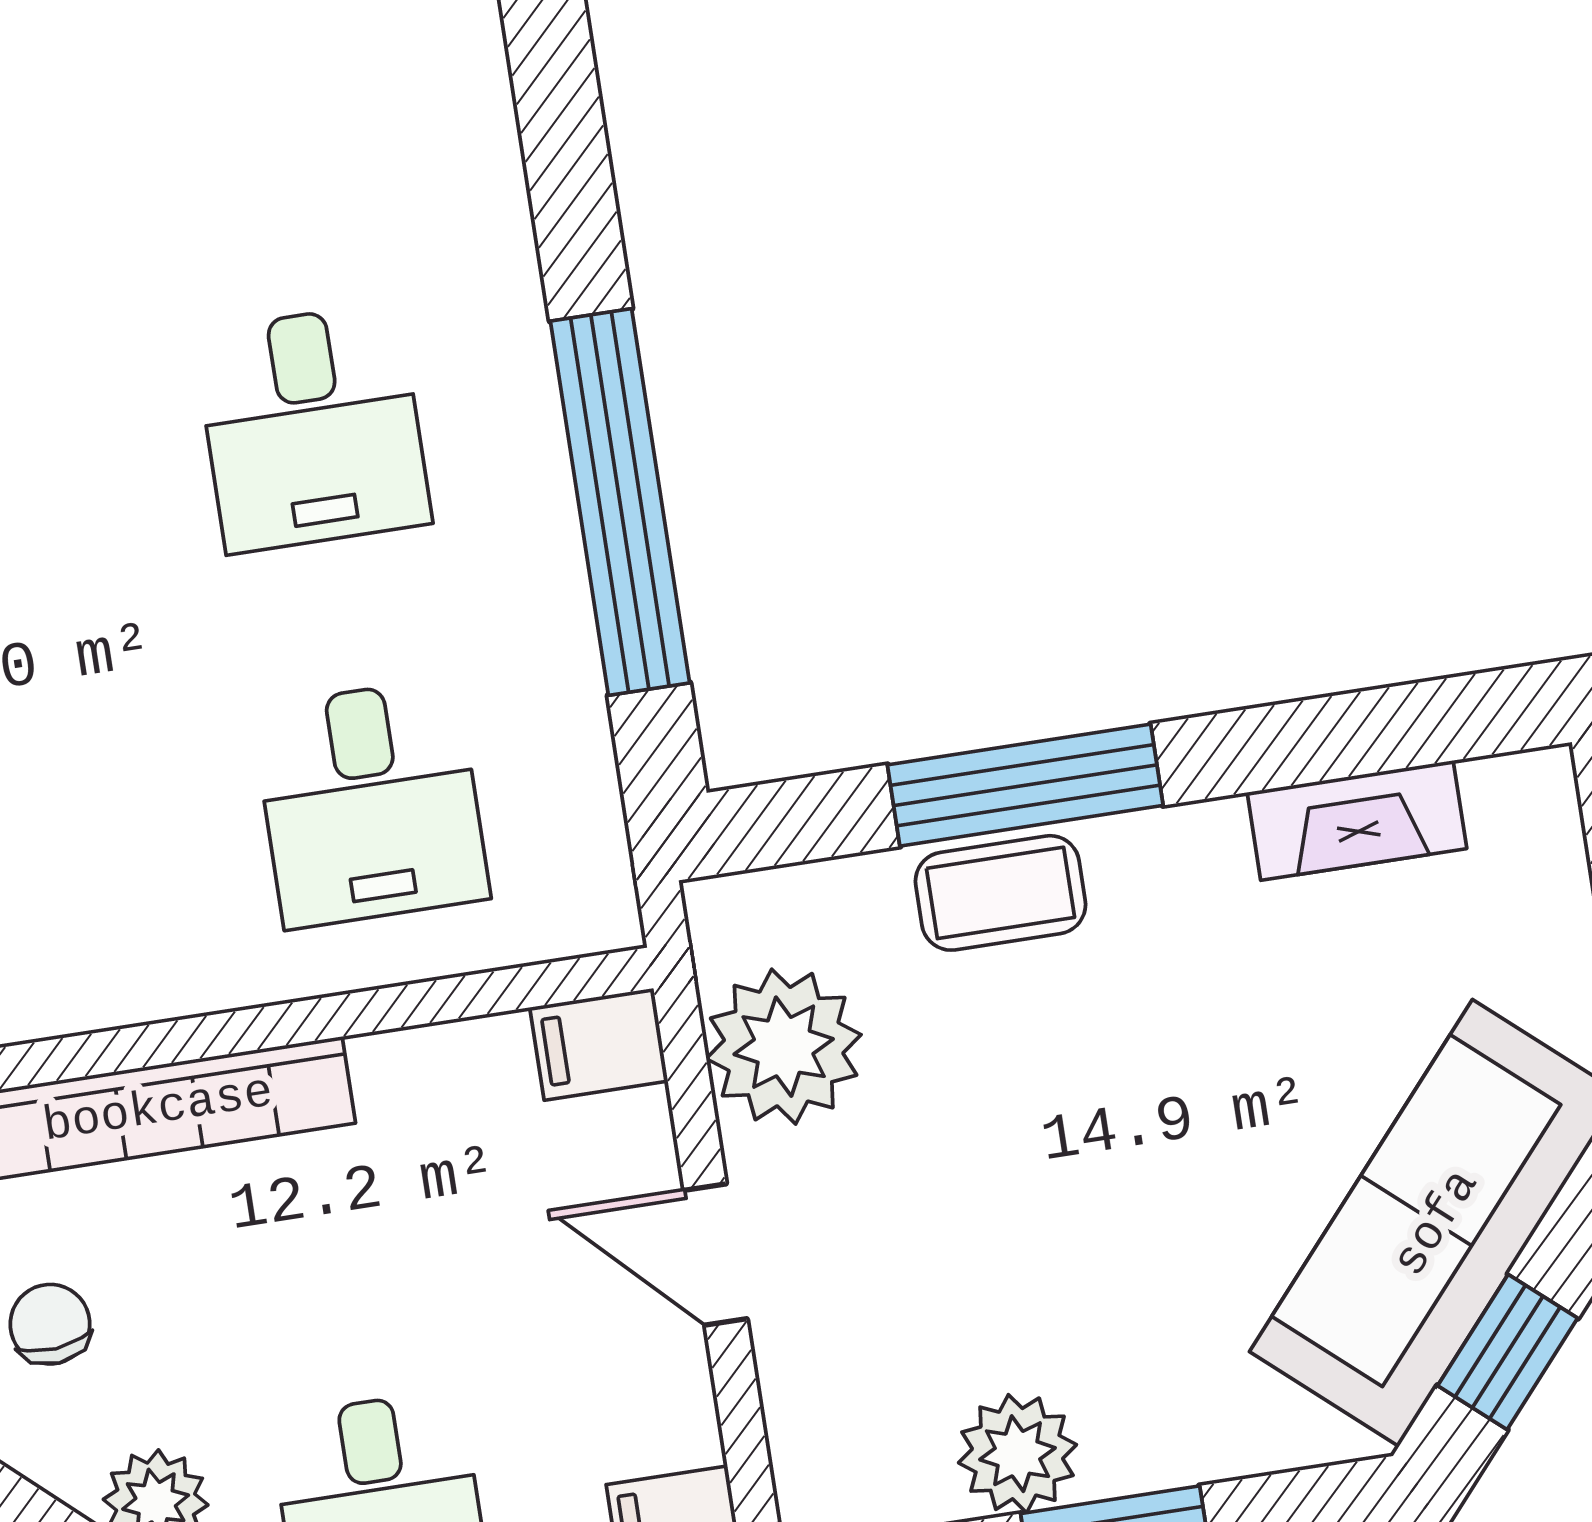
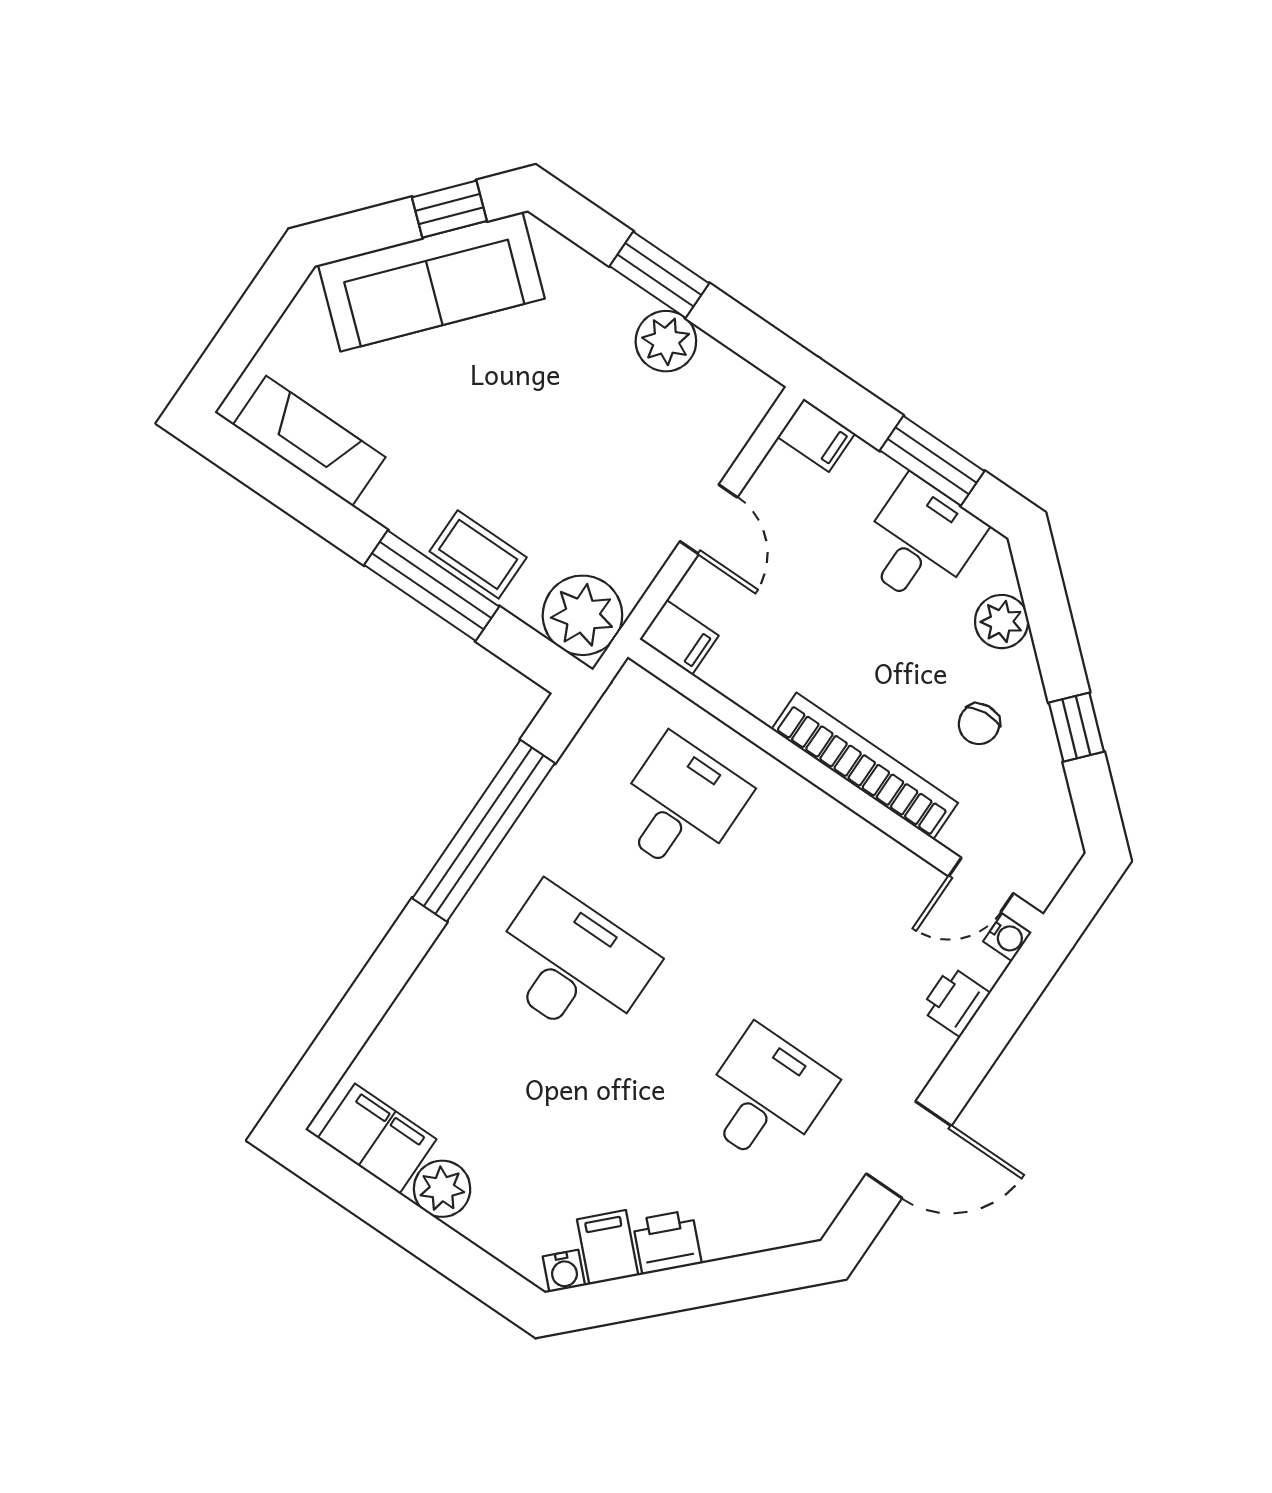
desk: (312, 428) -> (572, 965), width x1.37
fireplace: (1357, 820) -> (309, 441), width x1.37, depth x1.32
plant: (784, 1047) -> (582, 615), moved

